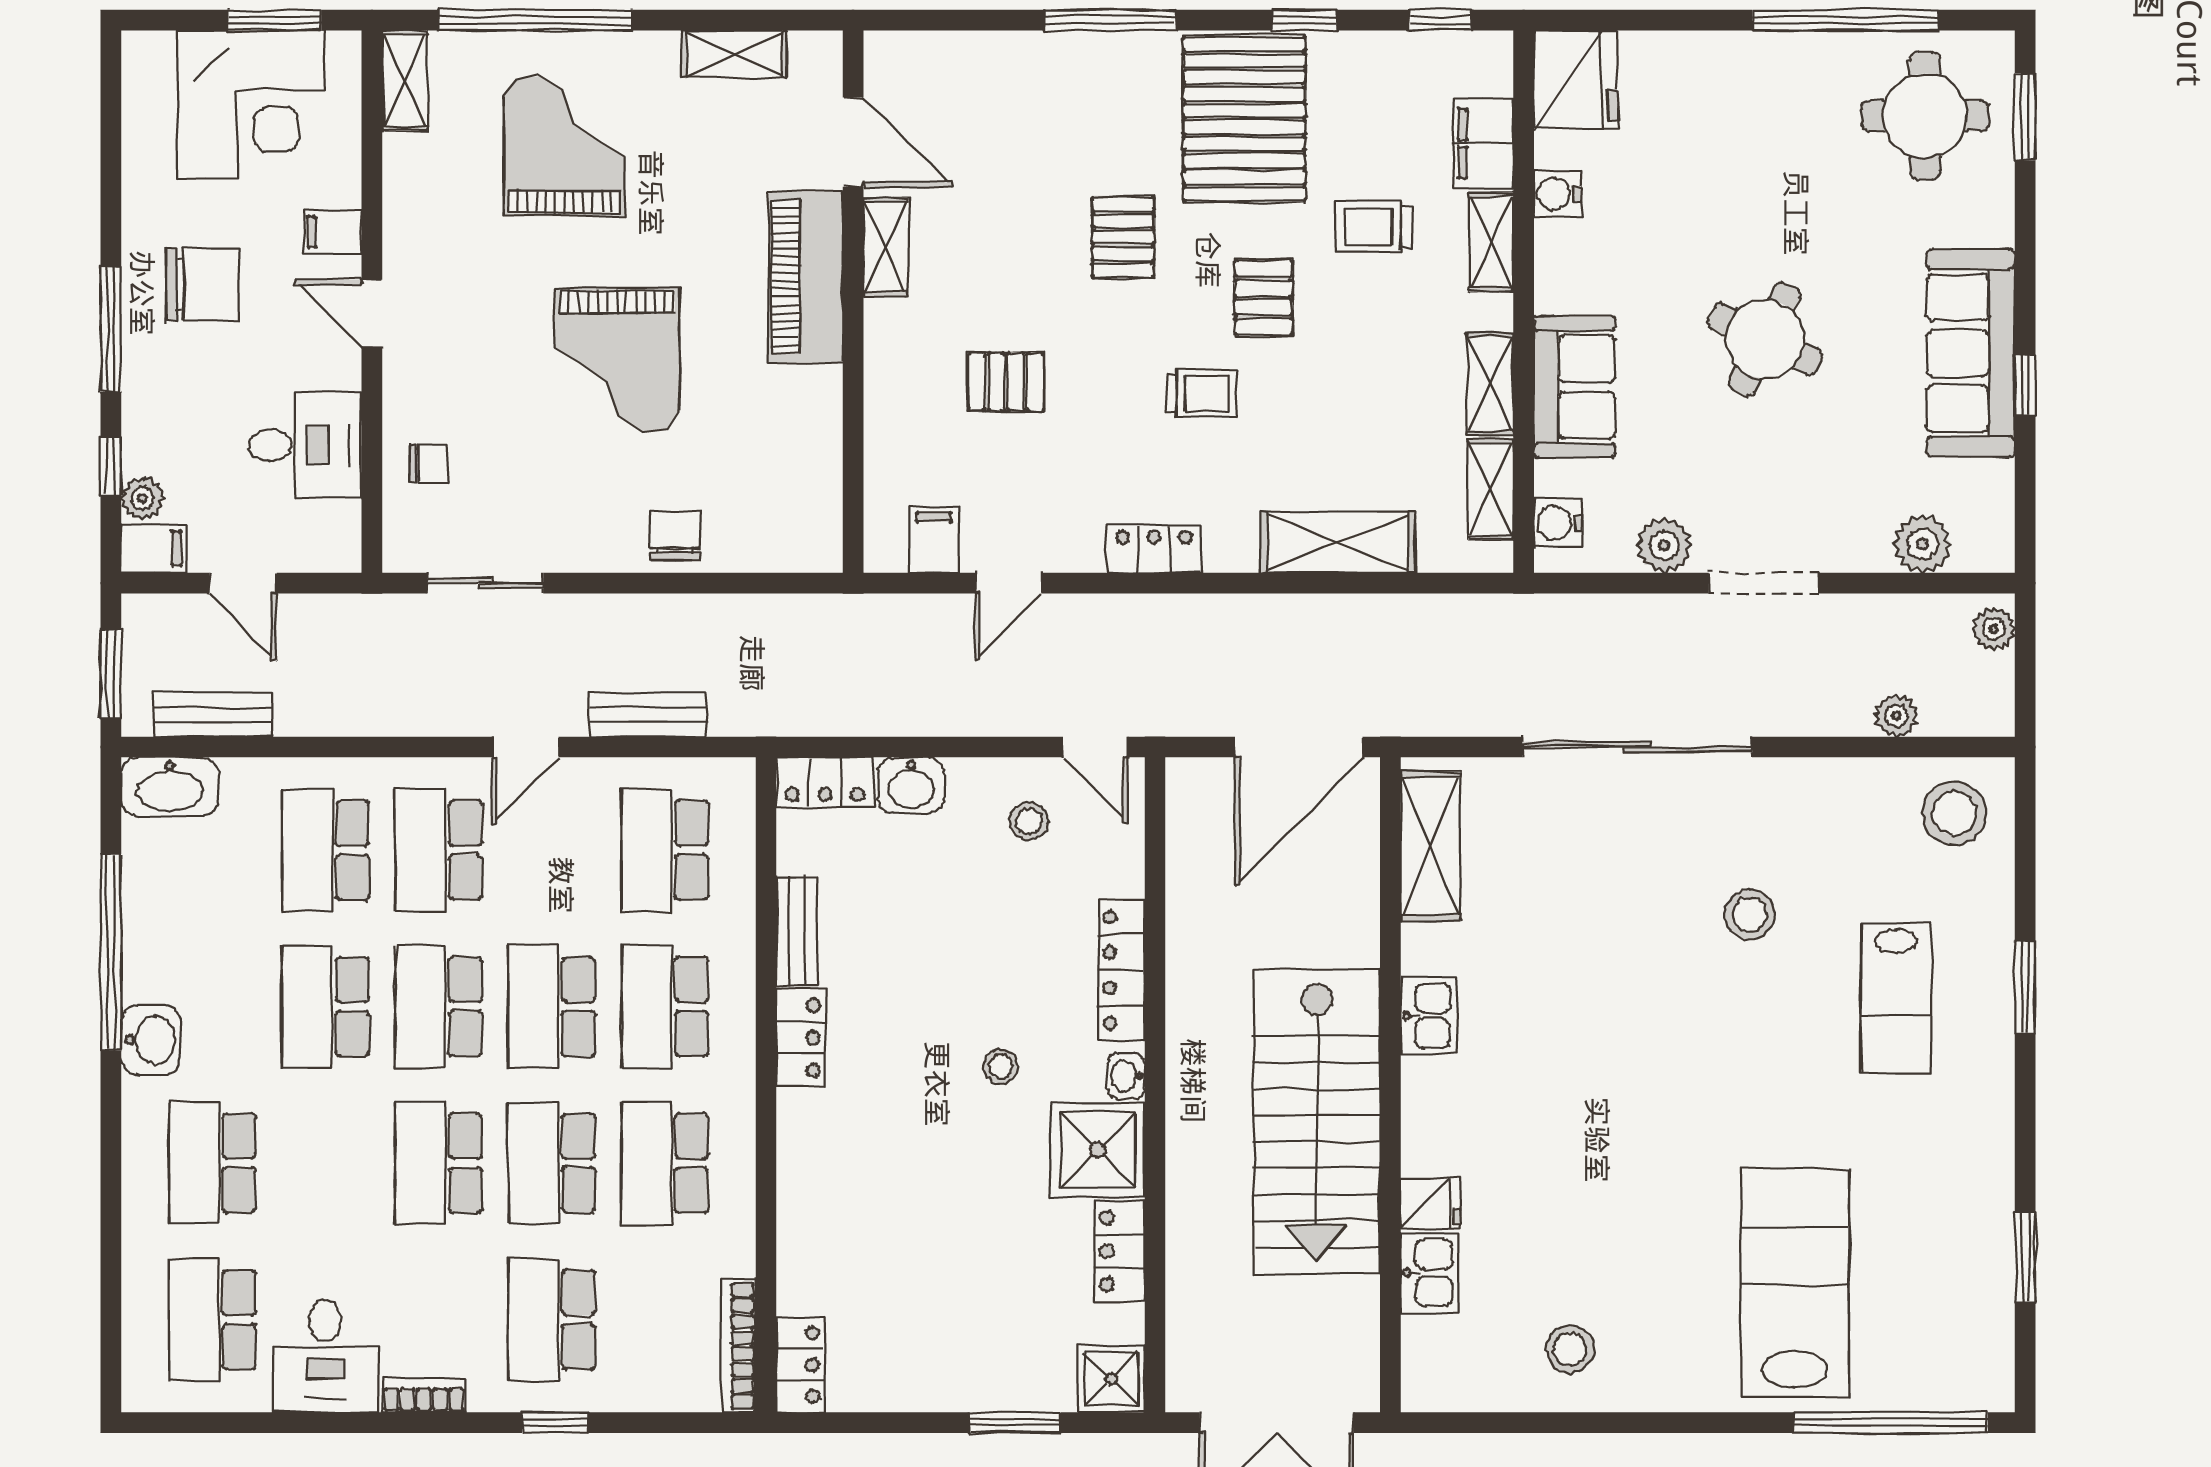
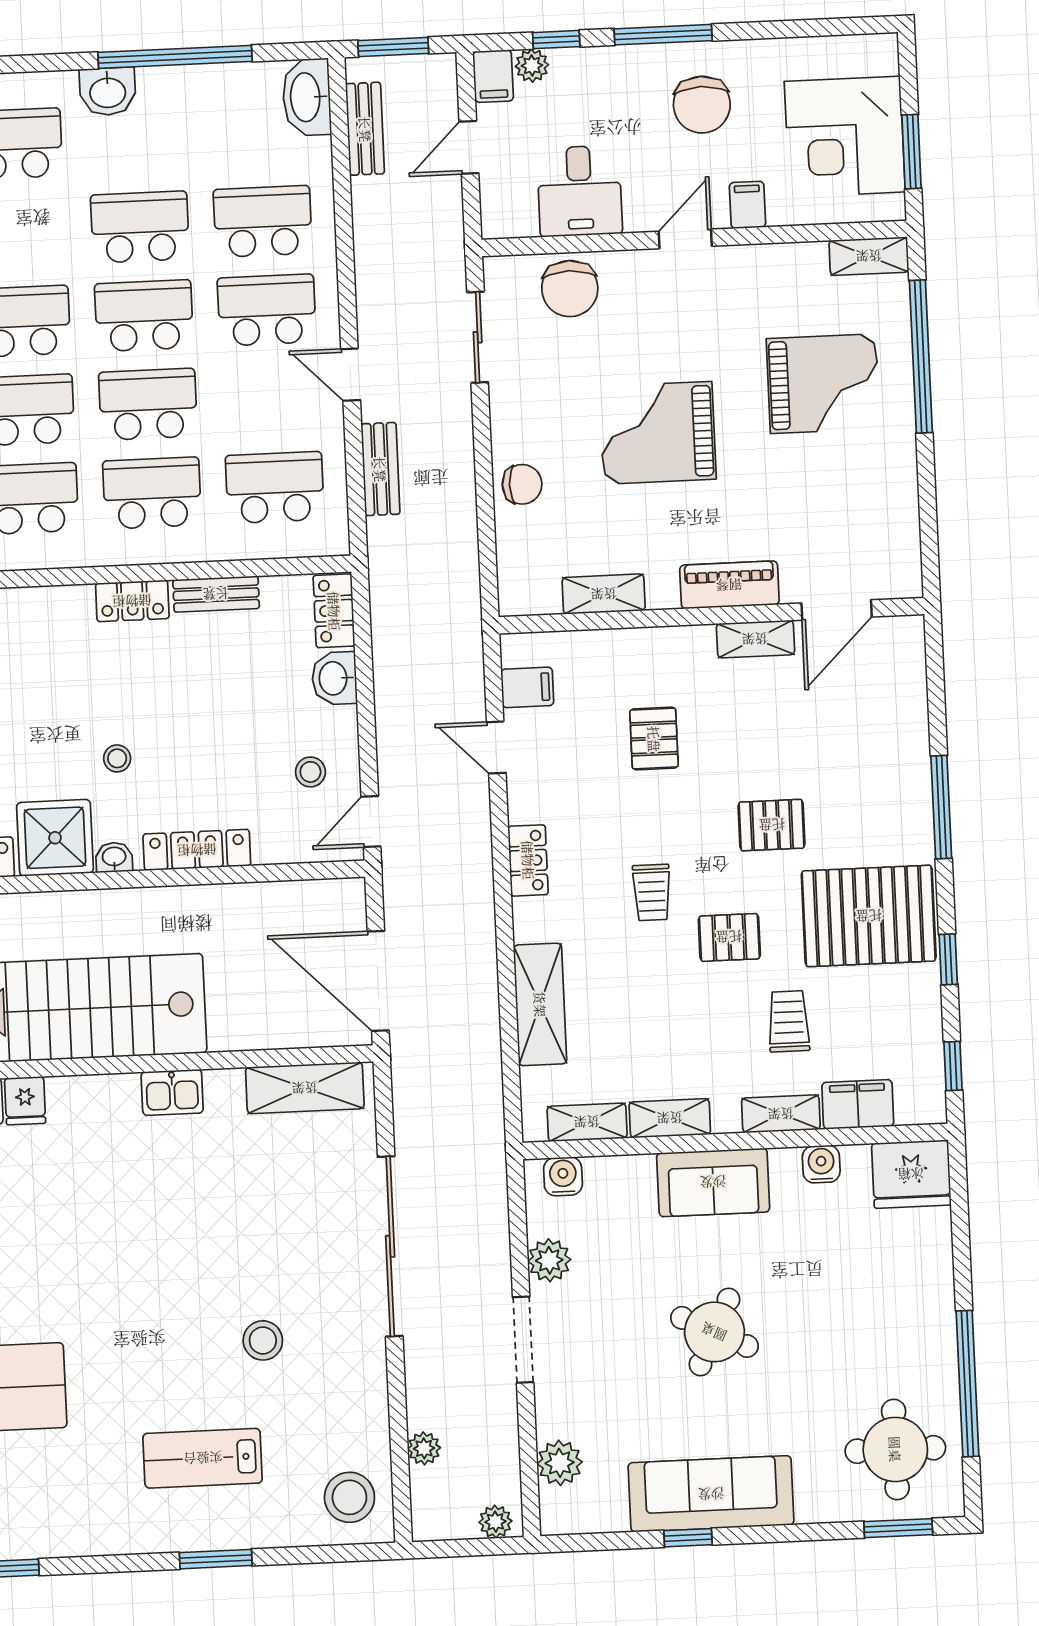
shelving: (734, 54) -> (604, 594), moved, turned 90
piano: (806, 277) -> (729, 585), width x0.73, depth x0.75
sofa: (1575, 387) -> (713, 1182), moved
chair: (429, 463) -> (570, 289), width x1.87, depth x1.87

